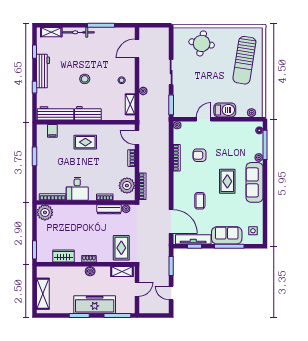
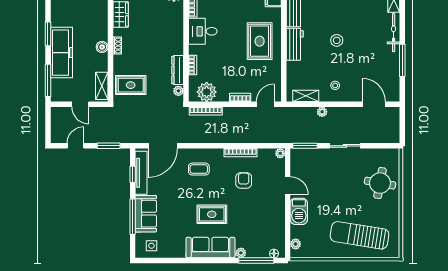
rug: (85, 142) -> (260, 41), width x1.36, depth x1.43
coffee table: (200, 201) -> (199, 169), moved

